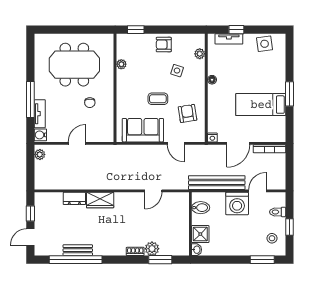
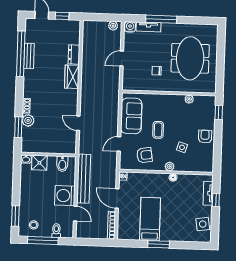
plant: (200, 54) -> (170, 167), moved
door: (77, 143) -> (122, 58), swing flipped
window: (290, 227) -> (43, 240), width x2.17

